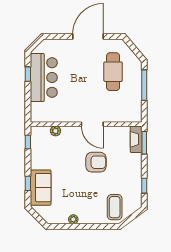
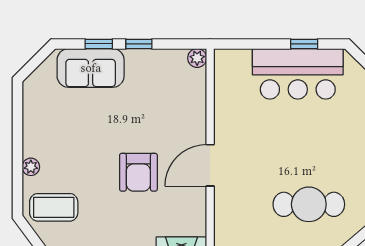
plant: (55, 131) -> (197, 58), moved
window: (28, 142) -> (139, 44), moved
plant: (73, 219) -> (31, 167), moved

